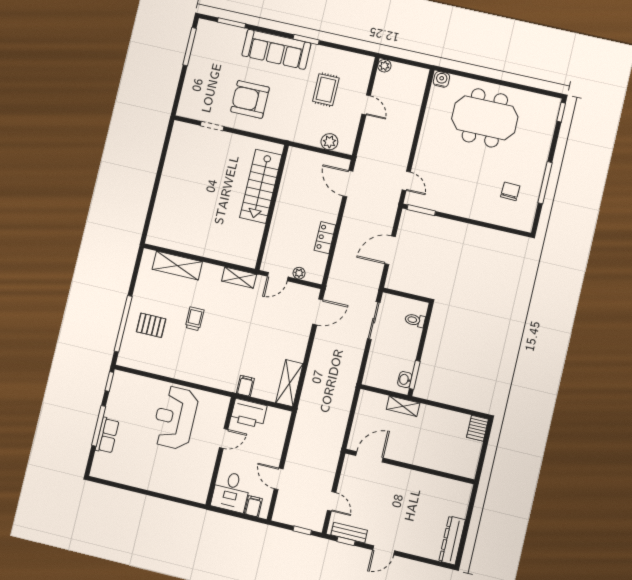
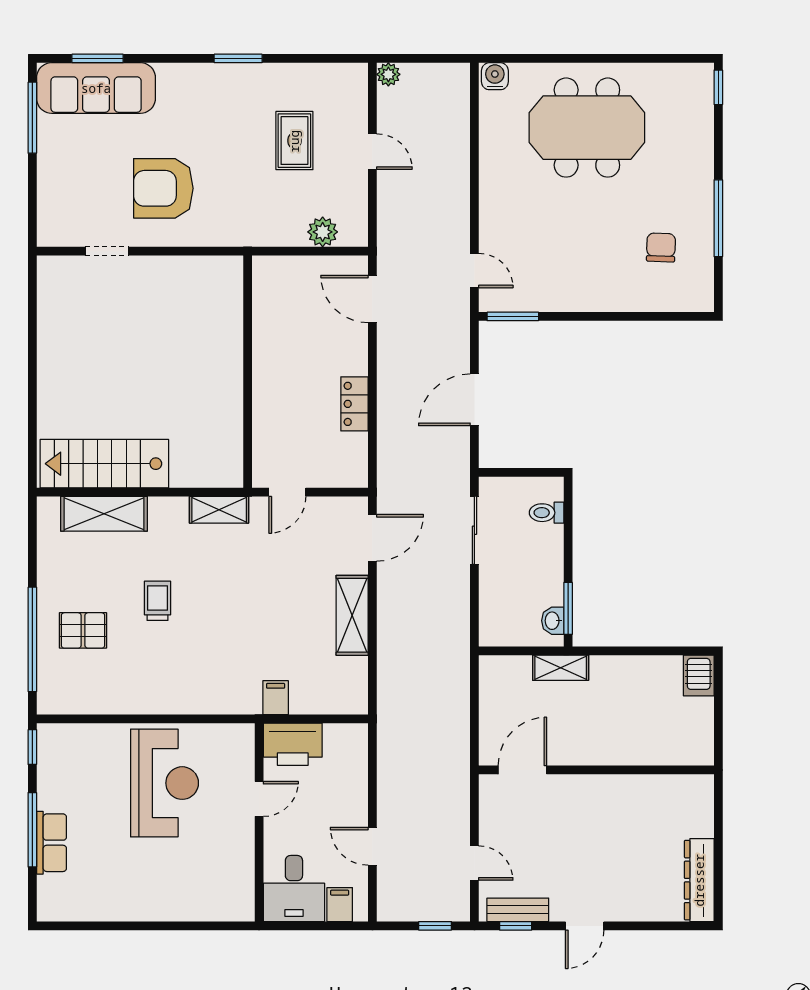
sofa: (276, 49) -> (96, 88), moved
stairs: (261, 186) -> (104, 464), moved, turned 90
plant: (299, 273) -> (323, 477), removed
shelving: (289, 383) -> (352, 615), moved
reception desk: (175, 418) -> (165, 783), turned 180

